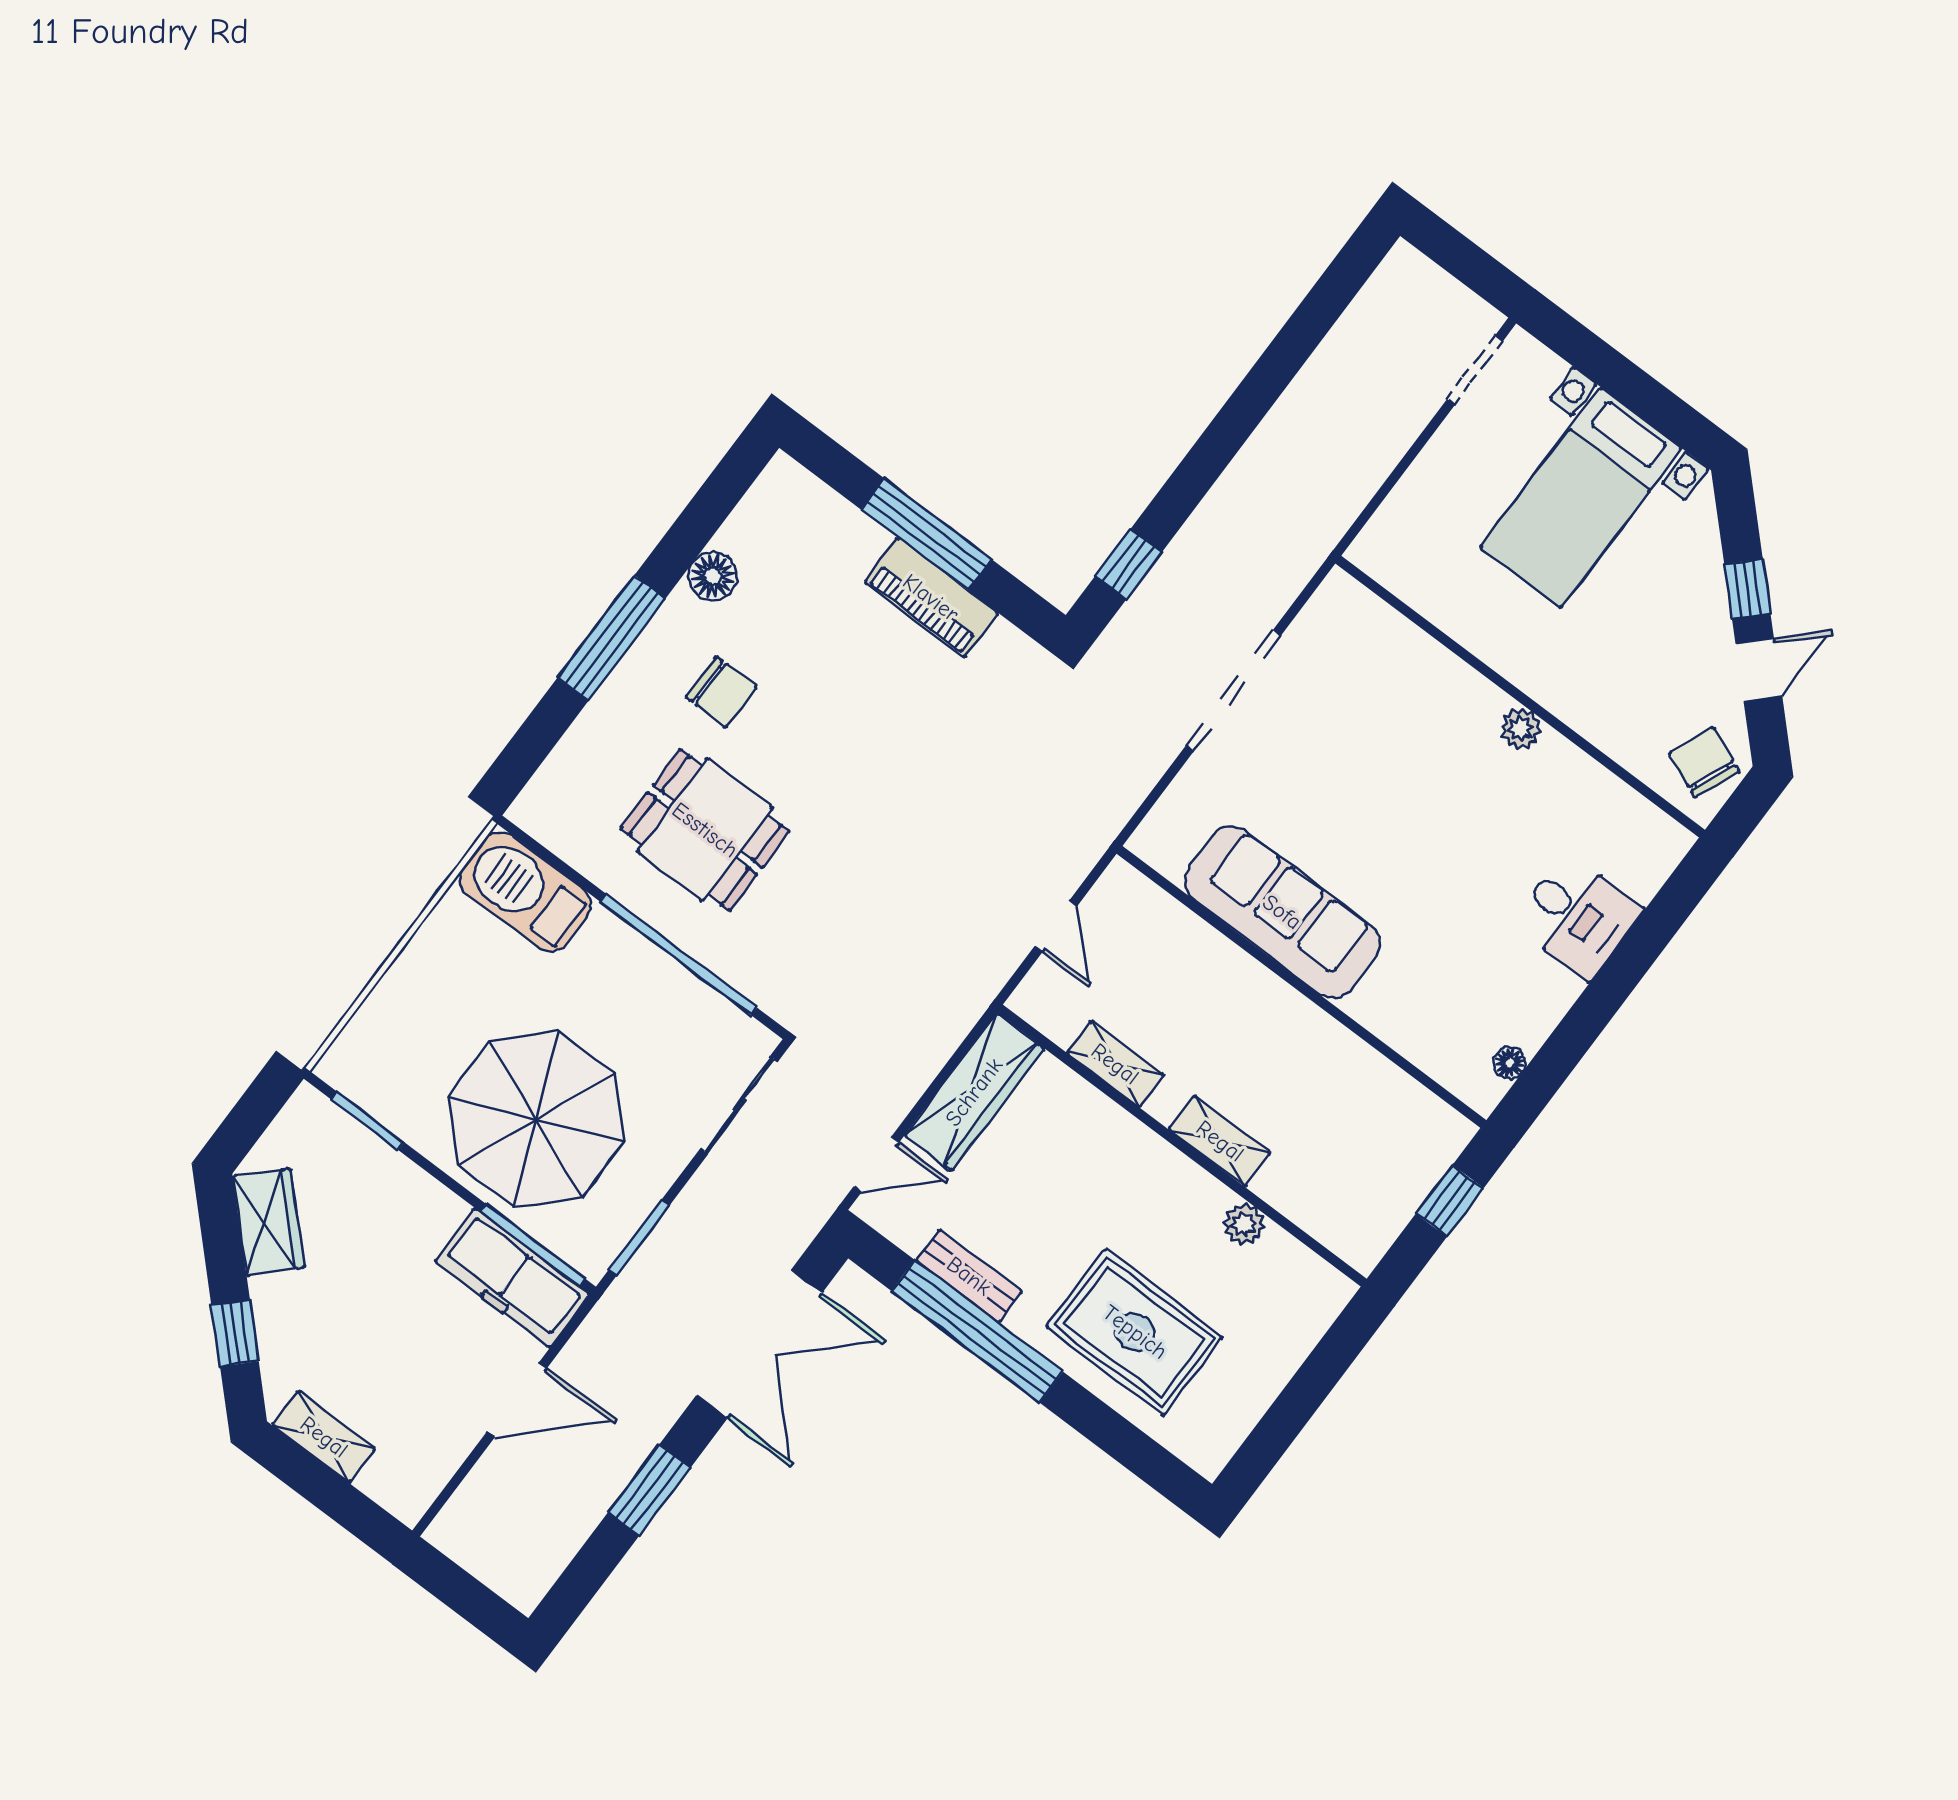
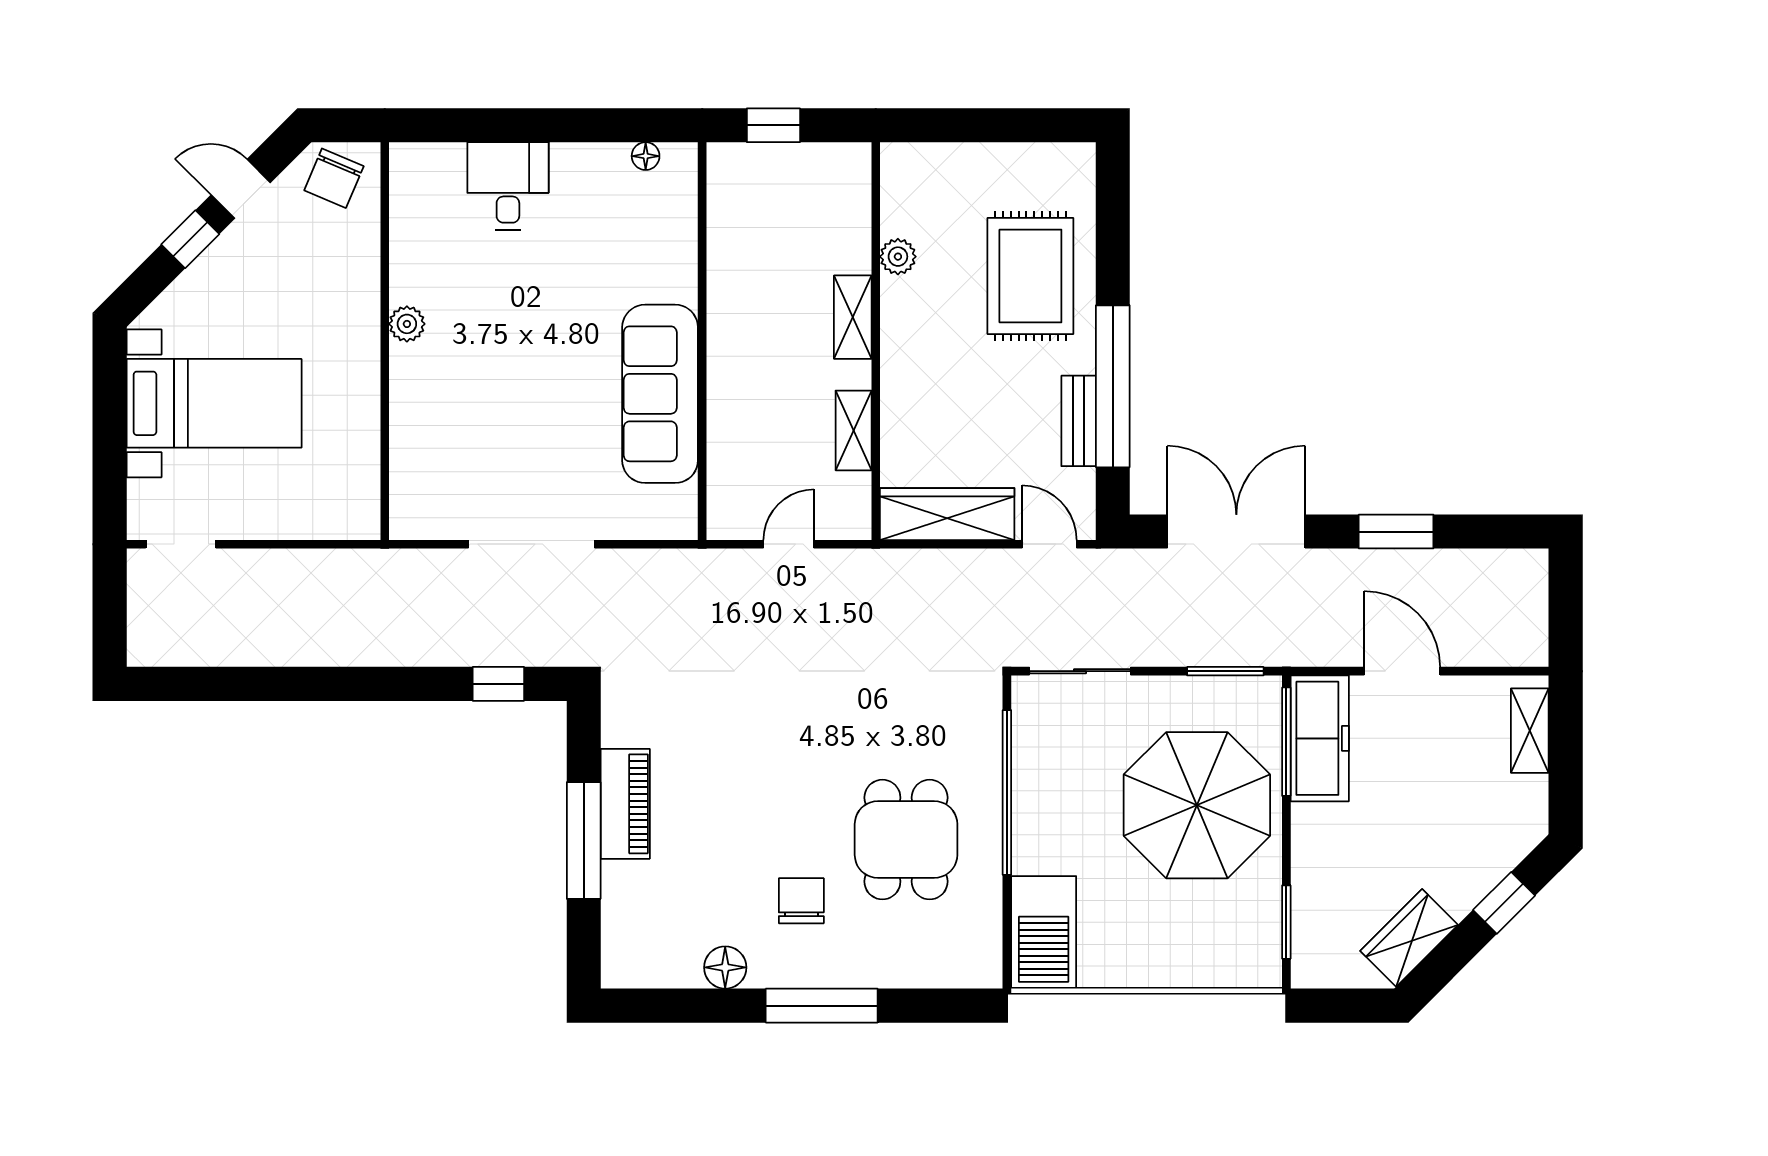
shelving: (324, 1437) -> (1530, 731), moved

